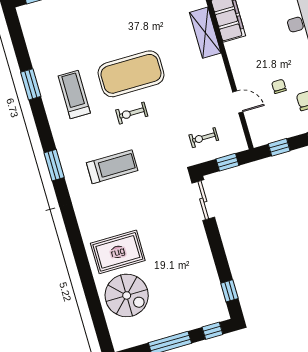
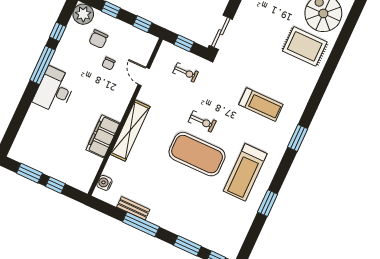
shelving: (205, 33) -> (130, 131), width x1.47
treadmill: (74, 94) -> (245, 172), width x1.37, depth x1.38
exercise bike: (132, 113) -> (202, 121), moved
treadmill: (112, 167) -> (261, 105), turned 180

